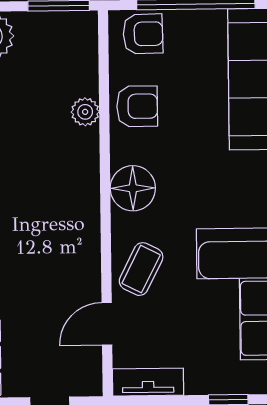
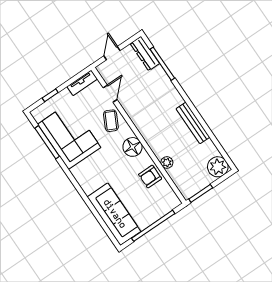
armchair: (143, 34) -> (165, 203), removed

